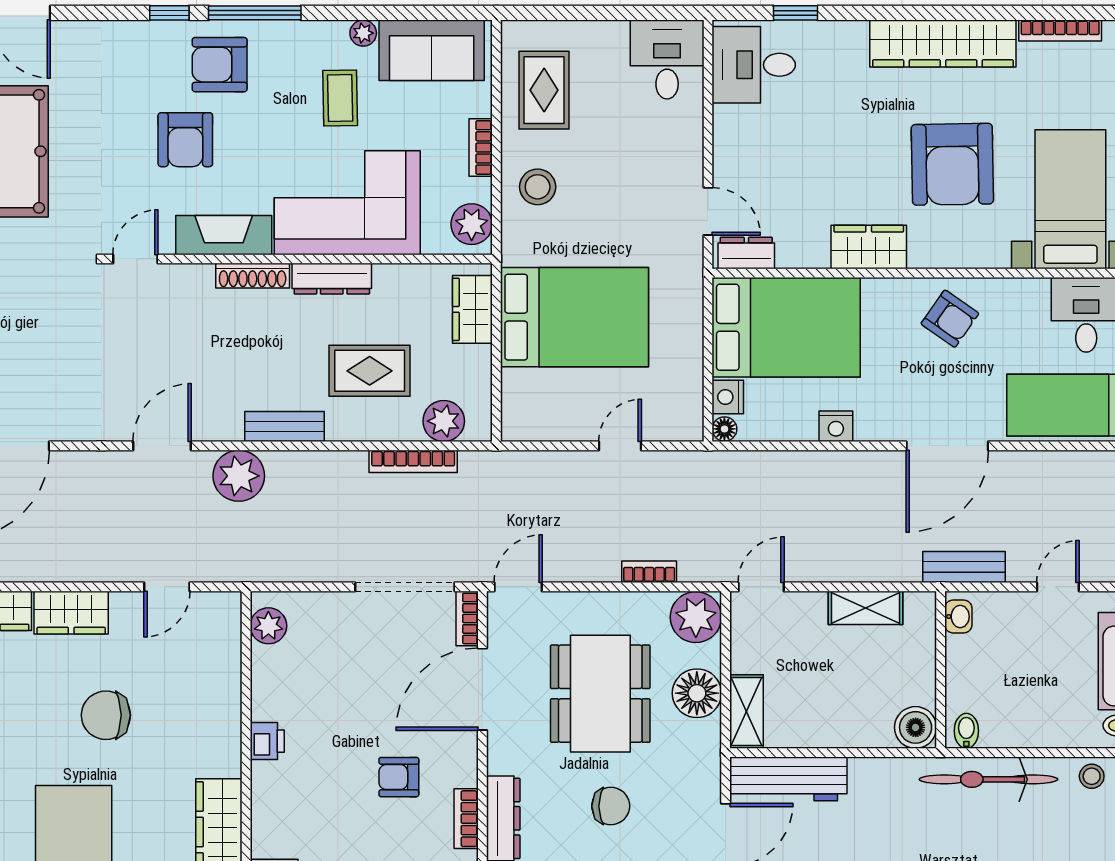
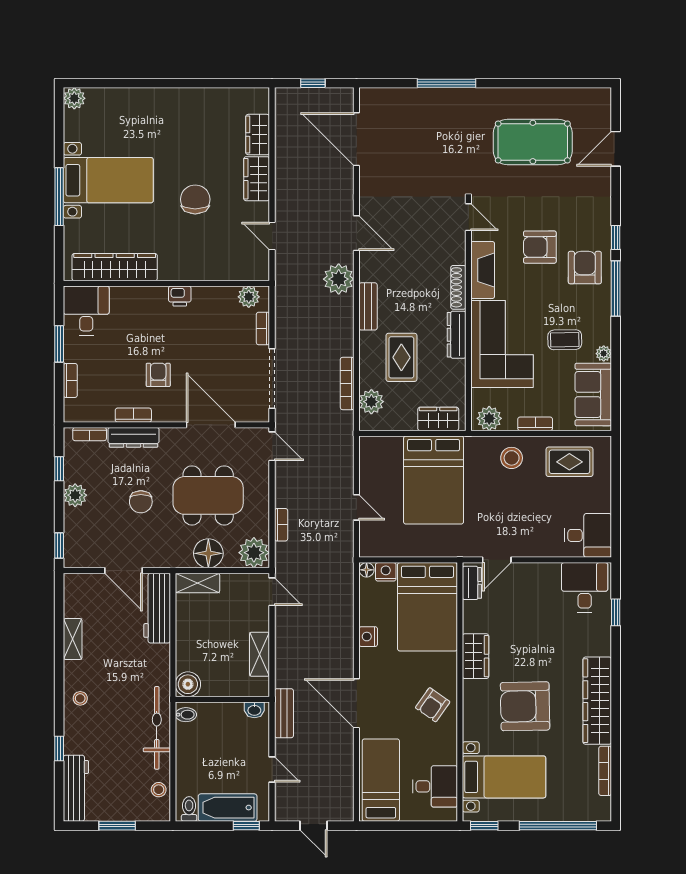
bookcase: (467, 618) -> (263, 328), moved, turned -90

